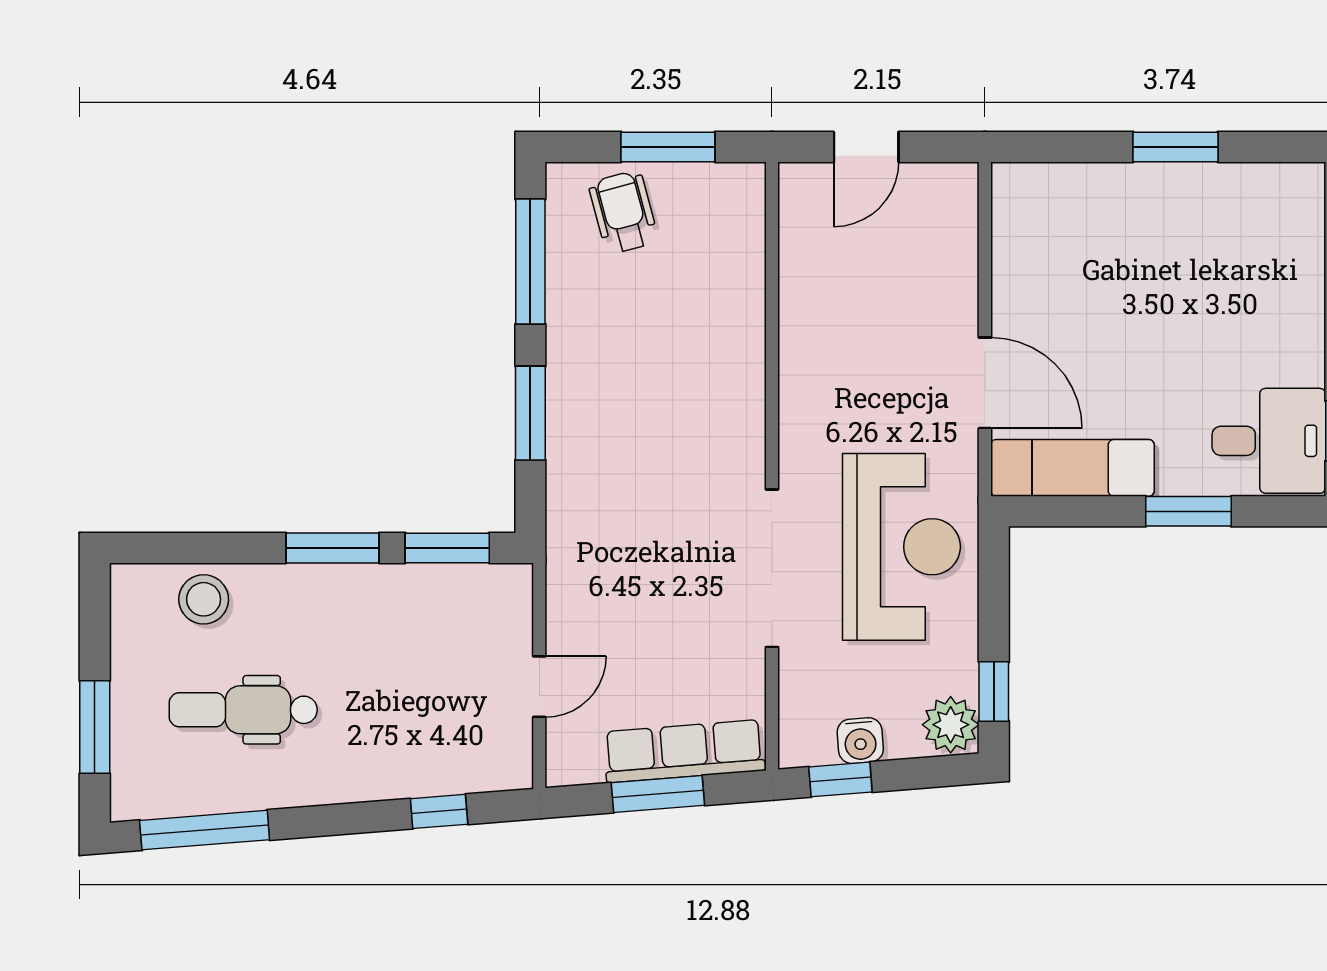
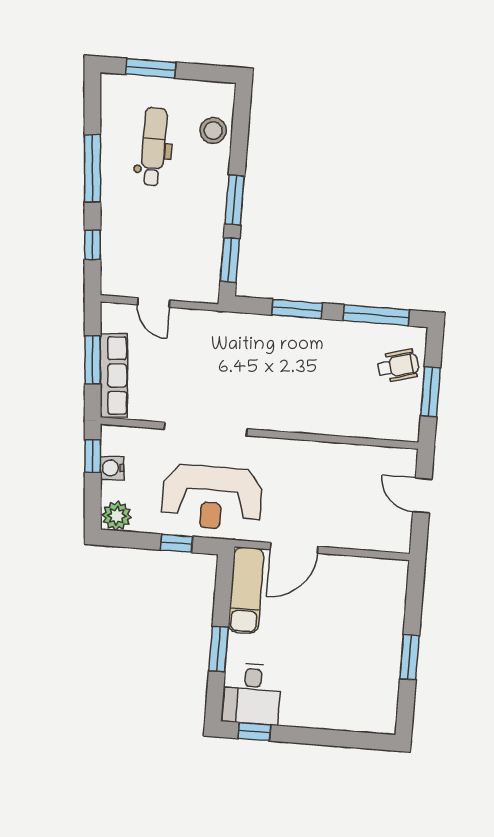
window: (994, 692) -> (176, 543), moved
window: (205, 830) -> (92, 168), moved

